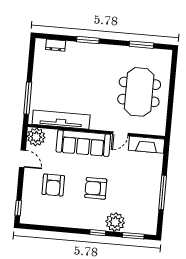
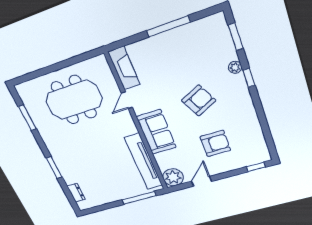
door: (120, 134) -> (127, 100), swing flipped
sofa: (83, 143) -> (156, 132), width x0.73
armchair: (96, 188) -> (199, 101), turned -116
plant: (115, 222) -> (235, 67), width x0.53, depth x0.53

